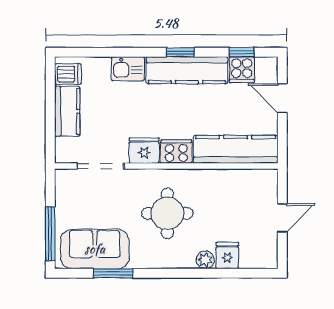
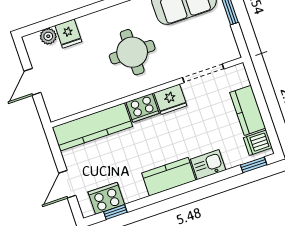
window: (180, 52) -> (254, 165), moved
kitchen counter: (187, 70) -> (169, 177), width x0.67
cooker: (242, 70) -> (106, 198), width x1.36
door: (282, 98) -> (67, 184), swing flipped
plant: (205, 260) -> (48, 36), moved

